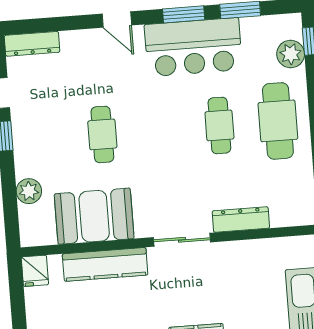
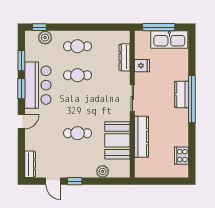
cafe table: (278, 121) -> (77, 46), width x0.73, depth x0.74
dresser: (241, 220) -> (125, 57), moved
fridge: (35, 271) -> (142, 66), moved

